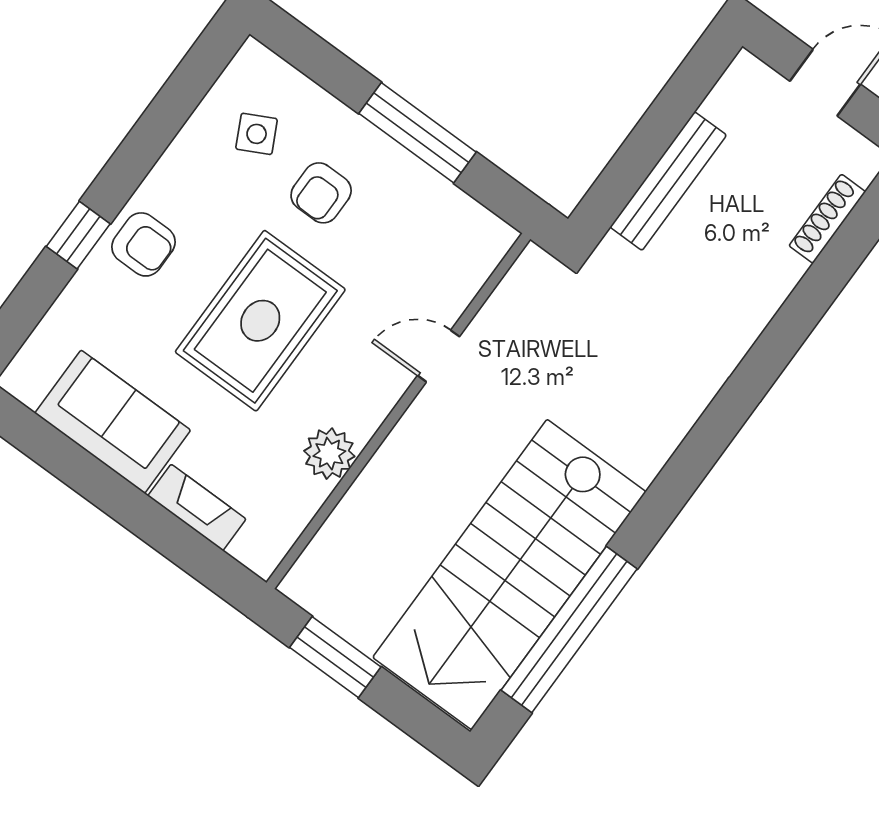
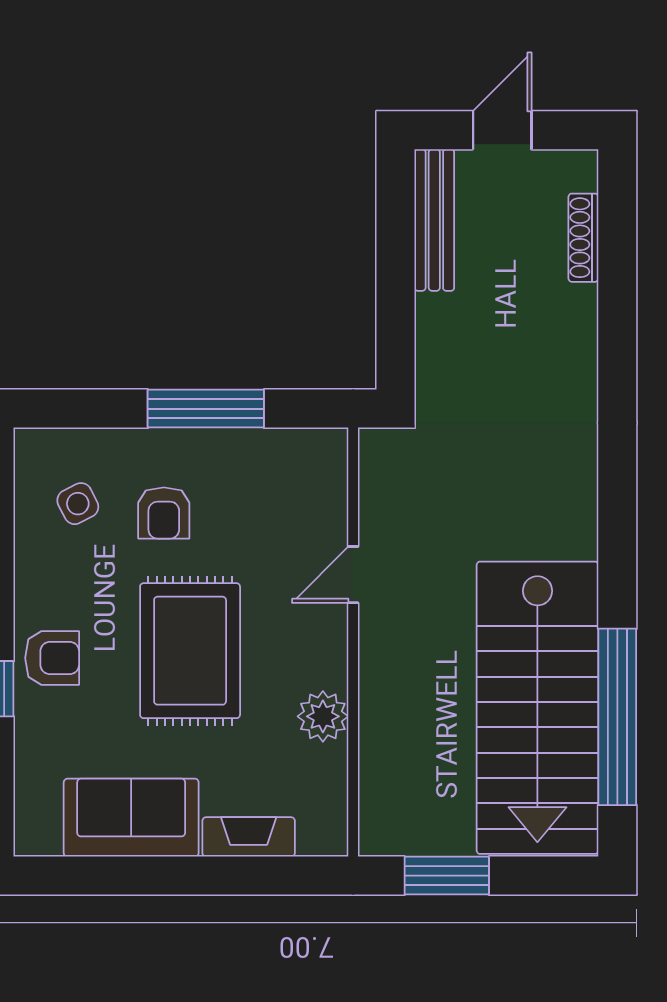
bench: (668, 181) -> (434, 220), moved

